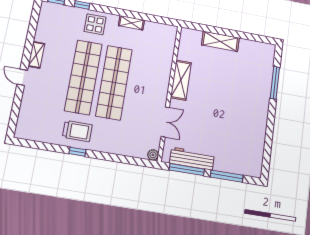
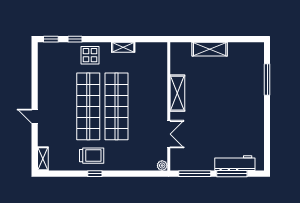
shelving: (36, 55) -> (43, 159), moved
workbench: (192, 159) -> (235, 163), moved

